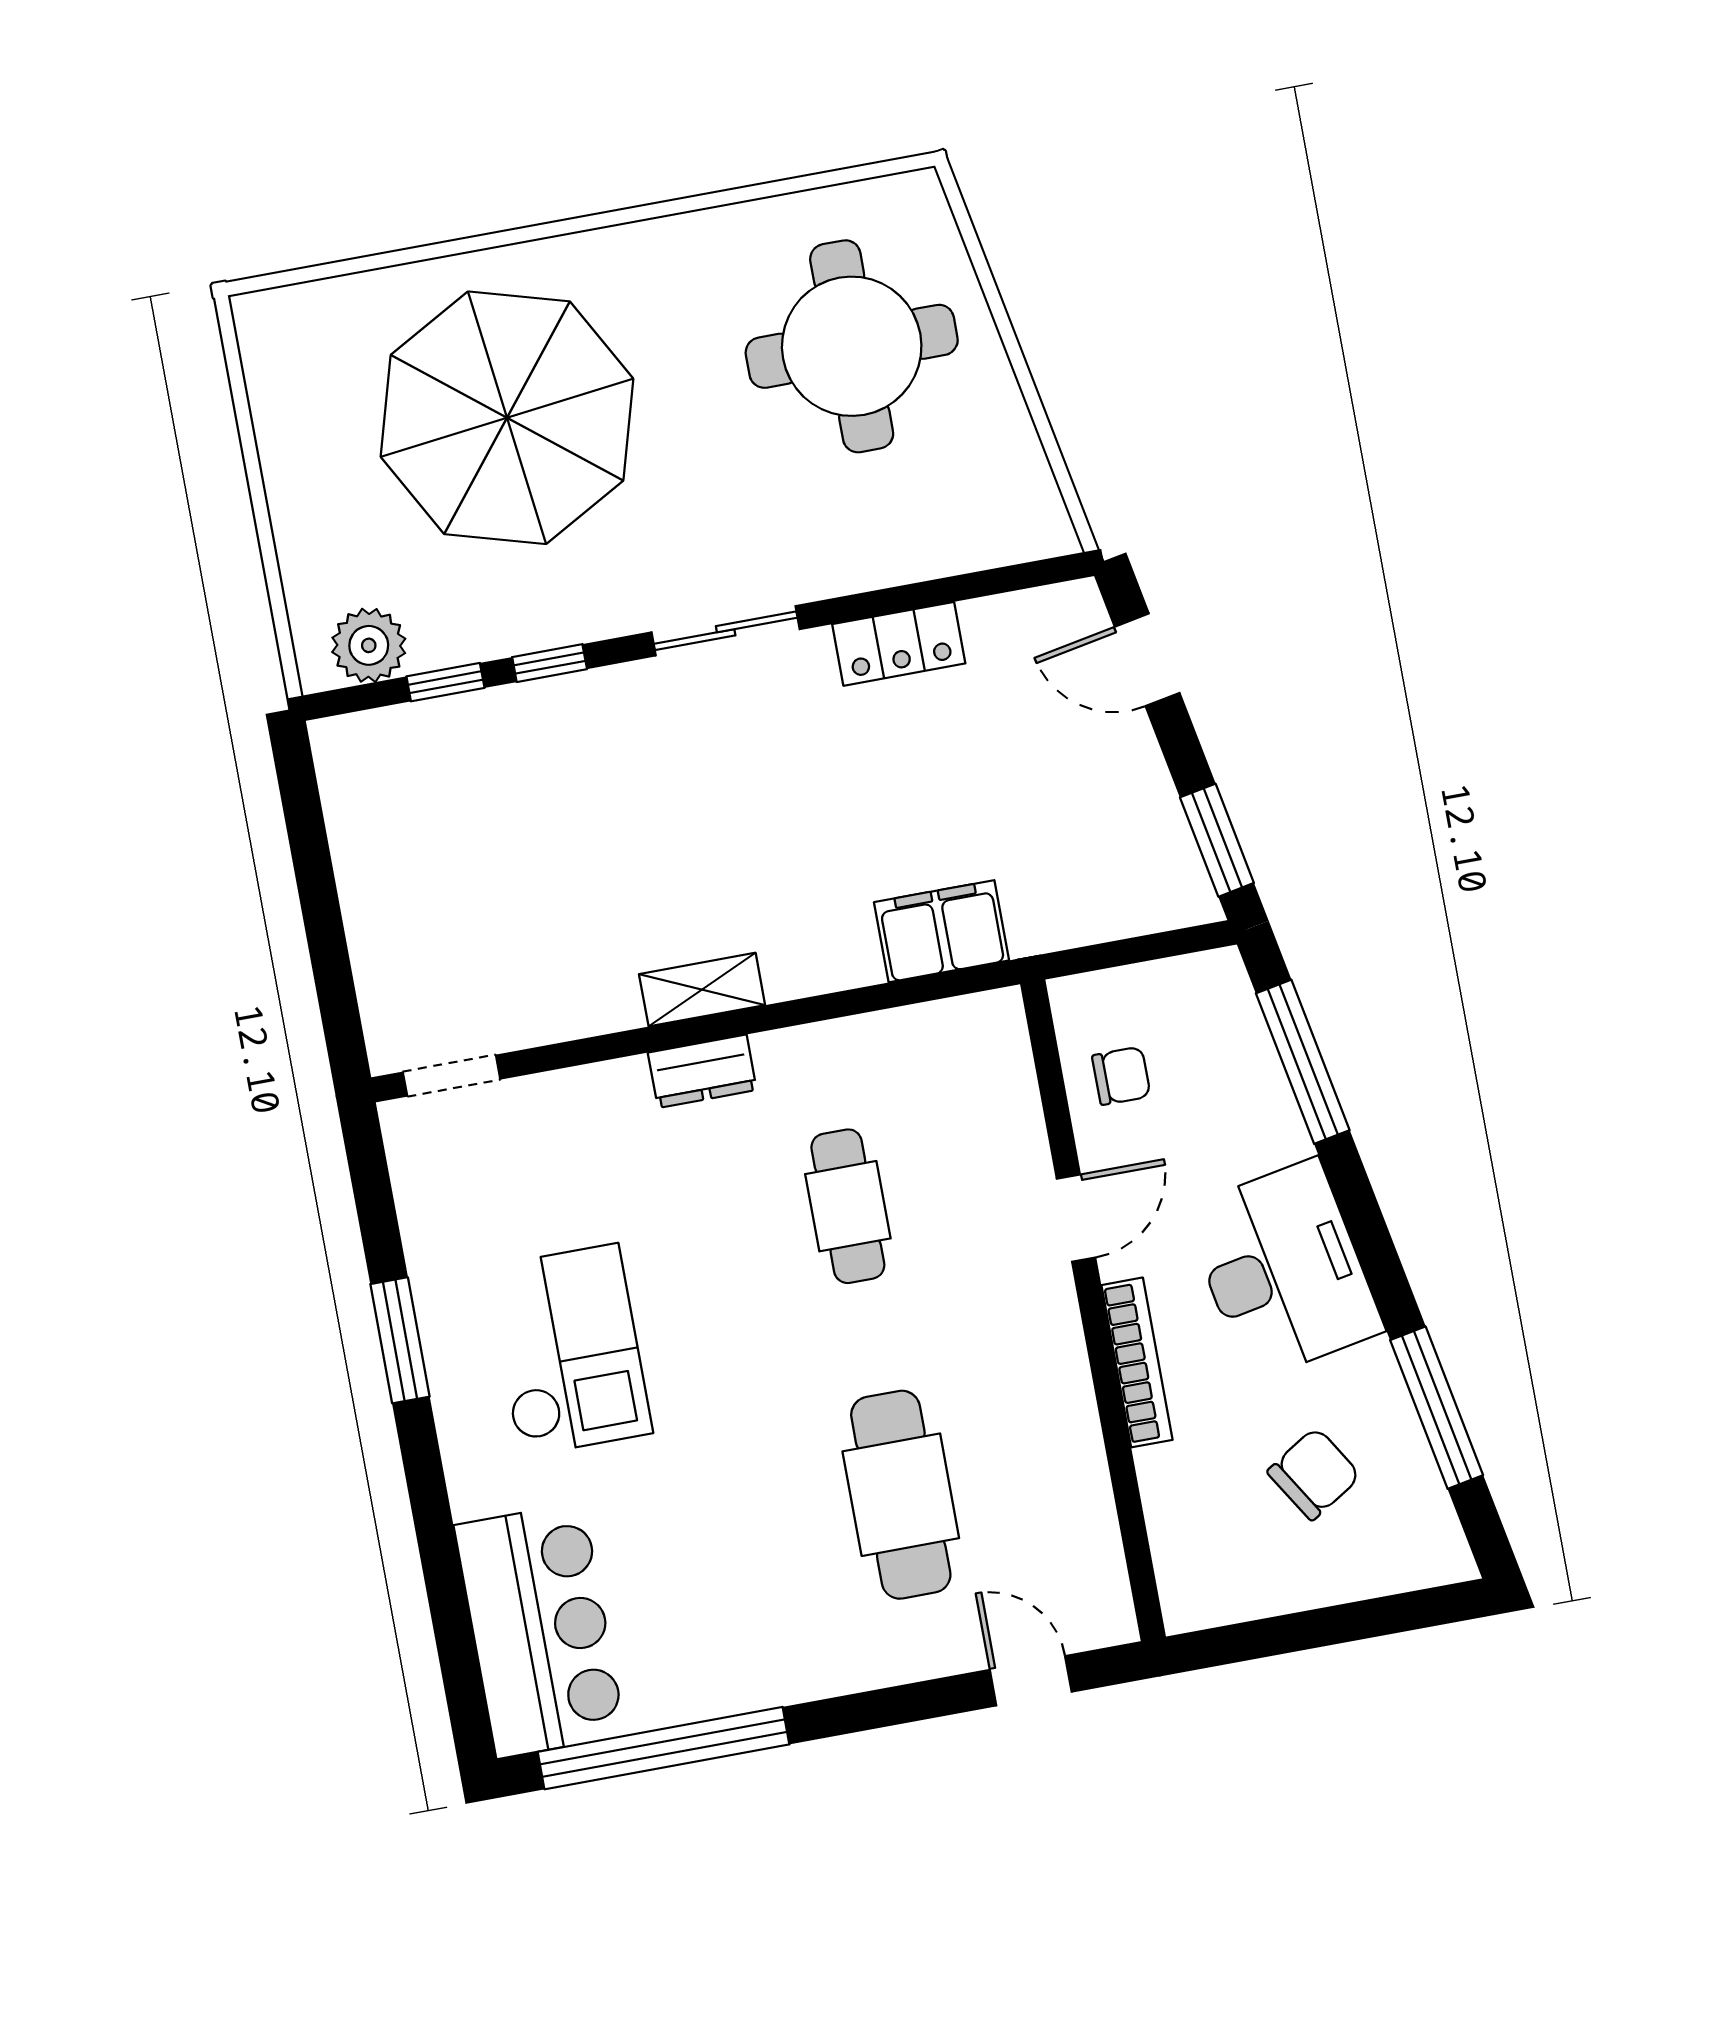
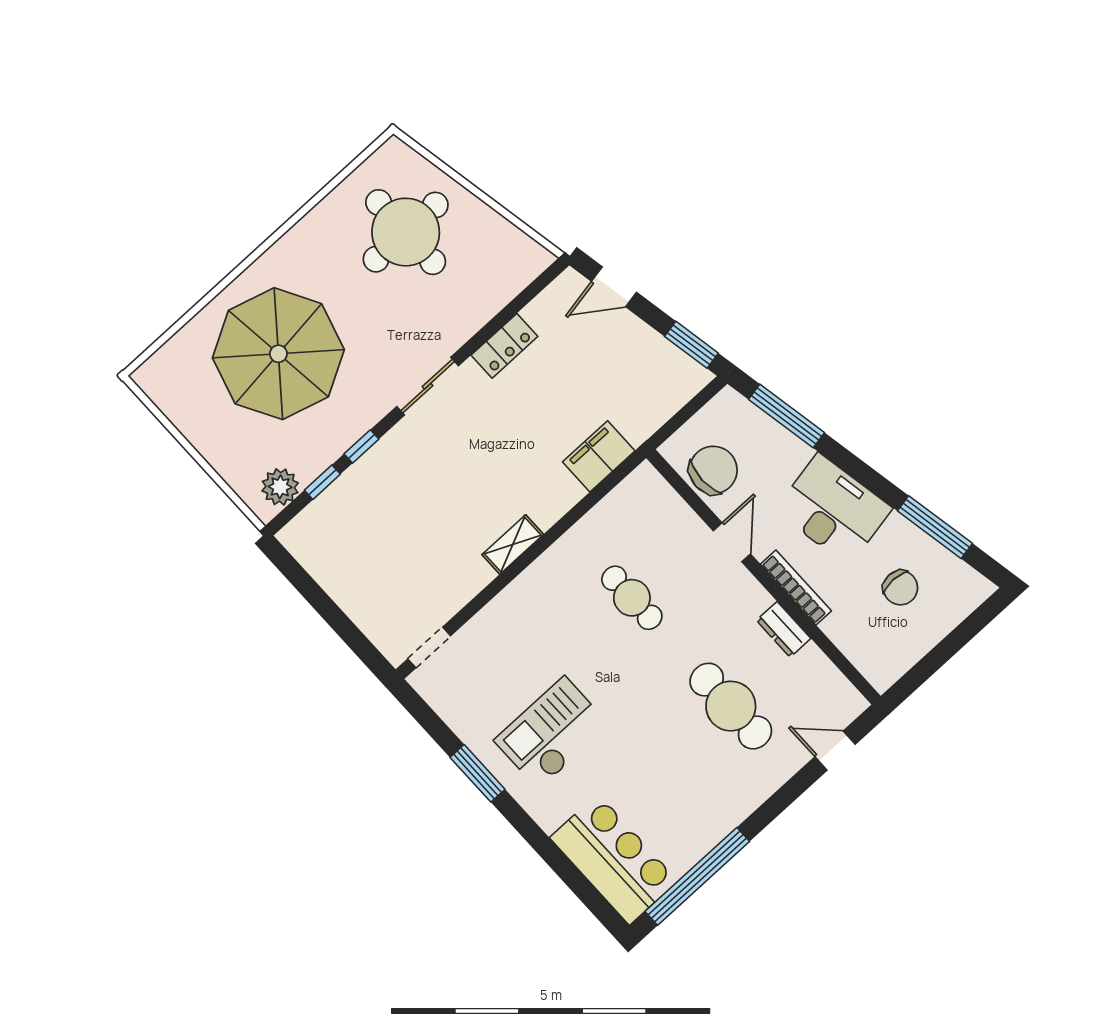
dresser: (702, 1071) -> (784, 629), moved, turned 90
chair: (1121, 1076) -> (713, 470), width x1.87, depth x1.87
checkout: (569, 1350) -> (552, 733), turned -90
chair: (1314, 1474) -> (900, 588), turned 122

